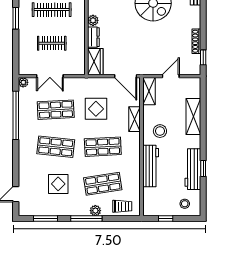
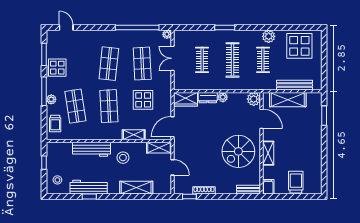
display table: (58, 184) -> (57, 68), moved

